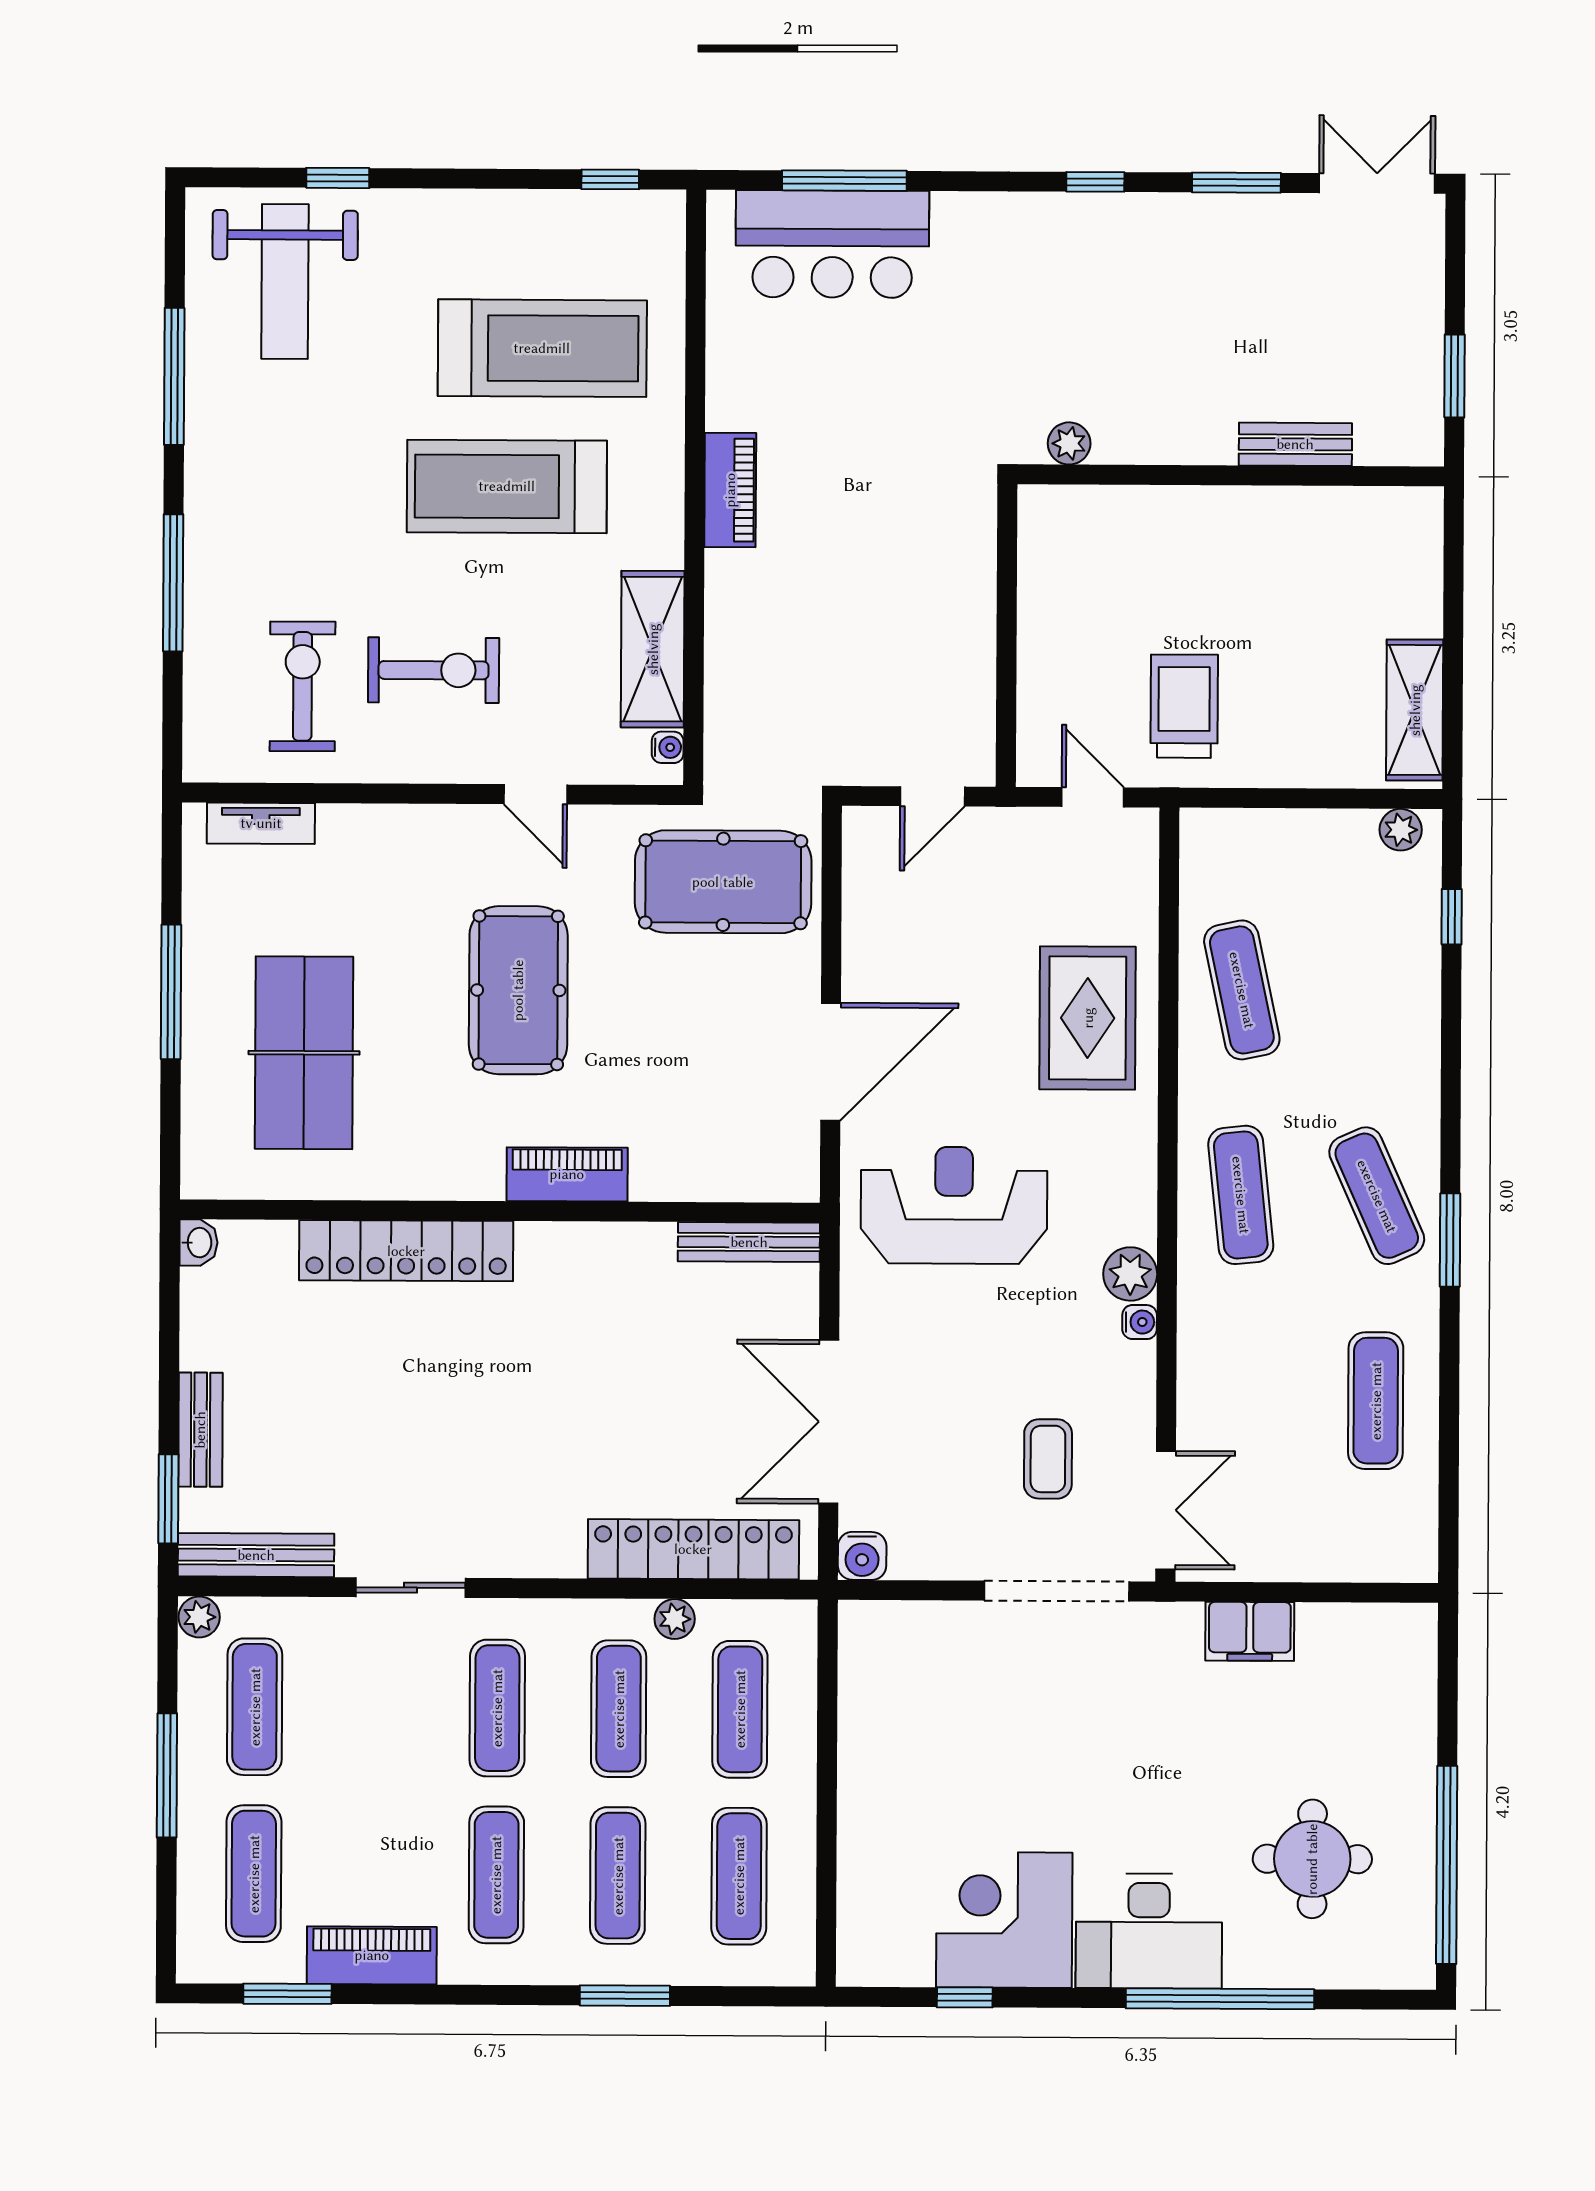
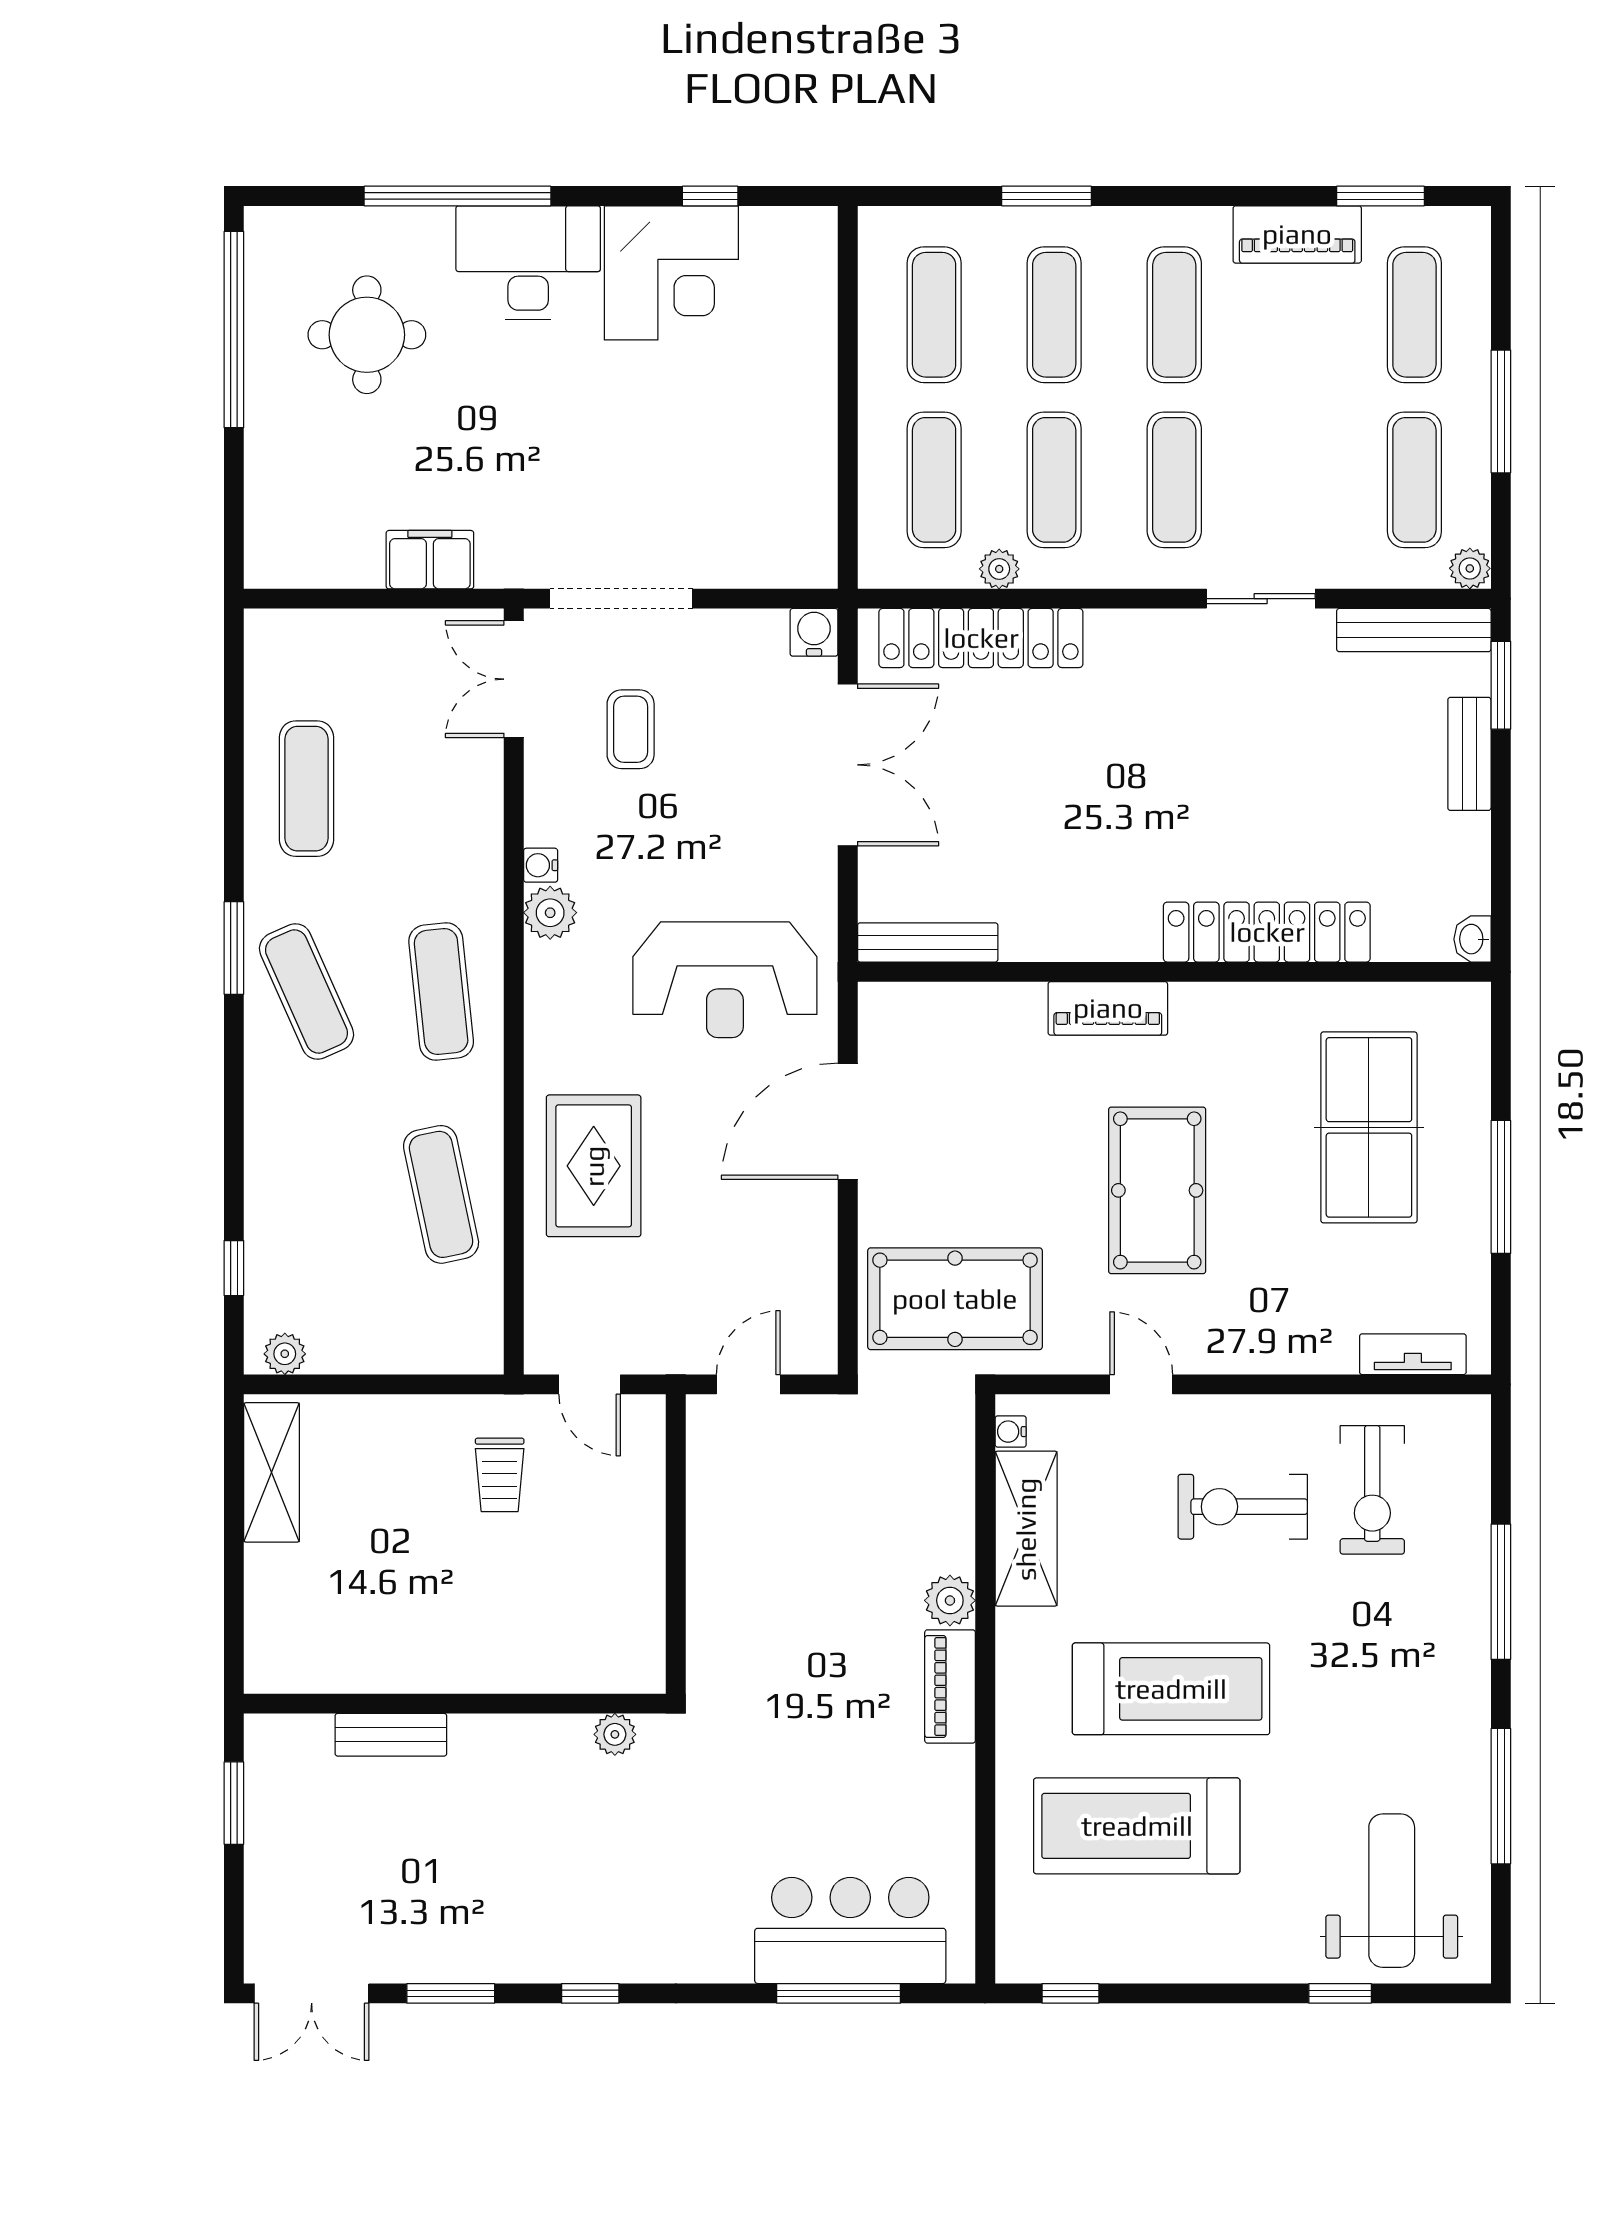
plant: (730, 577) -> (950, 1600), added
trolley: (1184, 706) -> (500, 1475), width x0.73, depth x0.72

